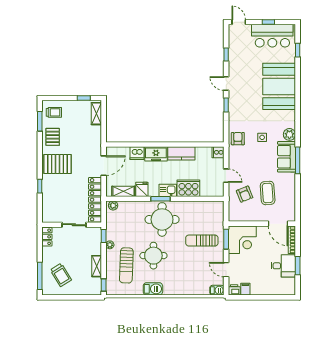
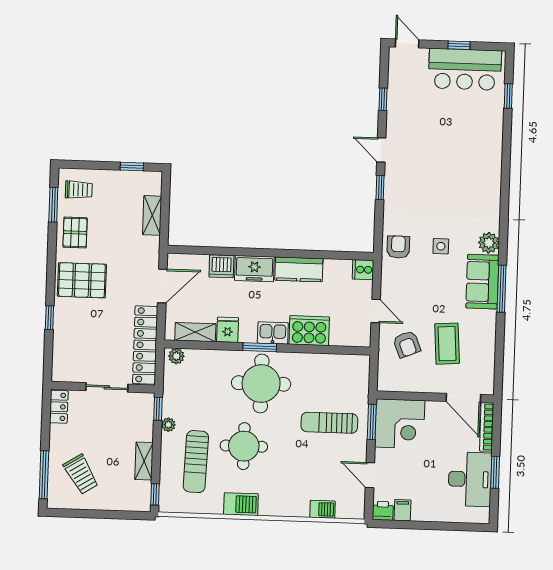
booth: (279, 86) -> (474, 158), removed
shelving: (96, 114) -> (152, 215), moved
desk: (283, 266) -> (470, 479), width x1.37
barbecue: (217, 290) -> (322, 509), moved

